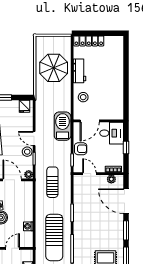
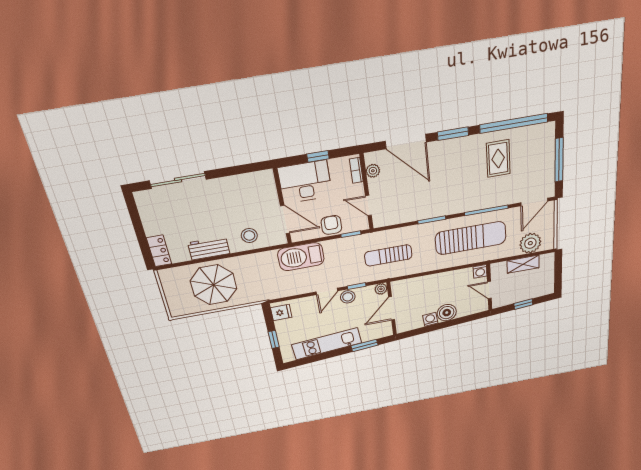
locker: (89, 41) -> (159, 251), width x0.66
sliding door: (126, 64) -> (178, 180), added
desk: (112, 133) -> (305, 182), width x1.37
door: (89, 174) -> (368, 206), hinge flipped
door: (126, 201) -> (406, 142), hinge flipped
washing machine: (28, 226) -> (480, 271), moved

